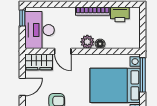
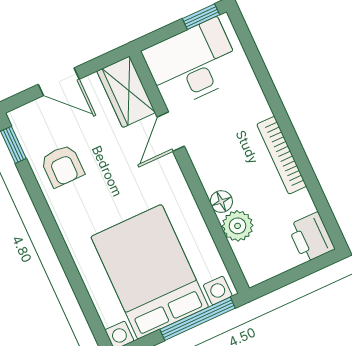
printer: (120, 14) -> (311, 237), moved
plant: (87, 42) -> (238, 226), moved

